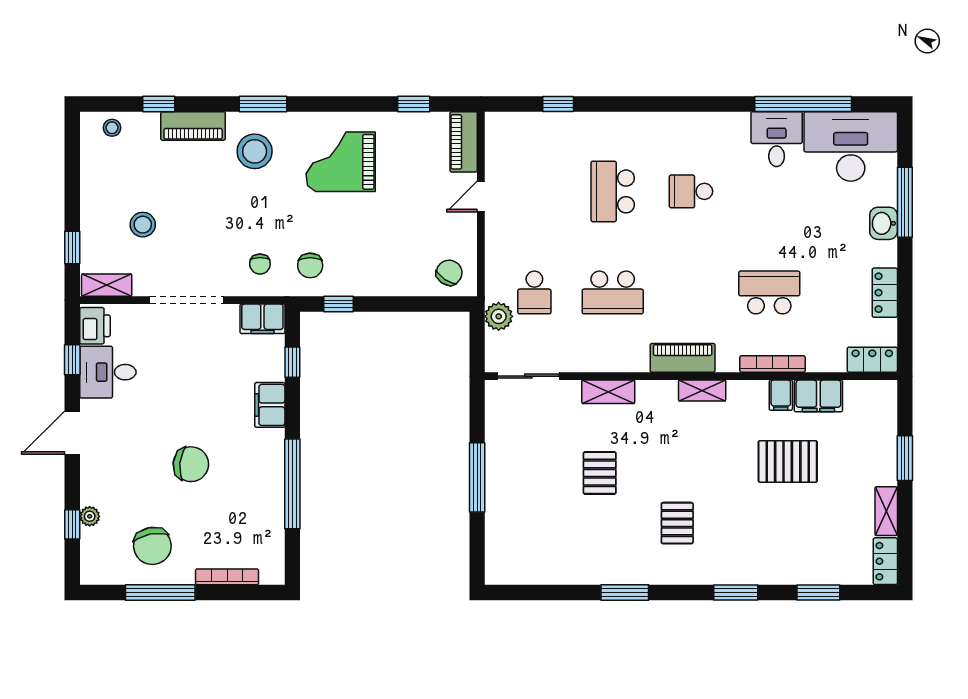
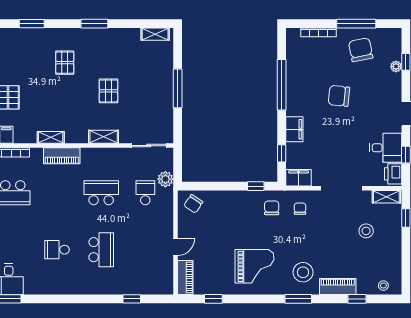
school desk: (691, 191) -> (57, 250), turned 180
shelving: (517, 574) -> (155, 34), added

